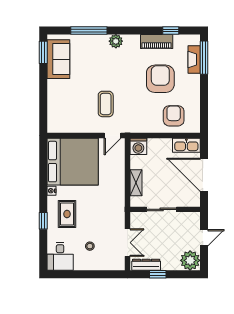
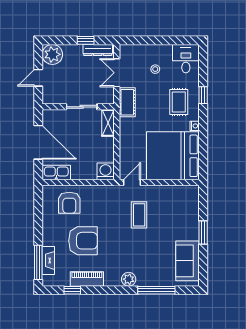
window: (43, 52) -> (203, 232), moved
armchair: (160, 79) -> (83, 241), turned -90
shelving: (136, 183) -> (108, 123), moved
cot: (117, 214) -> (127, 102), added

